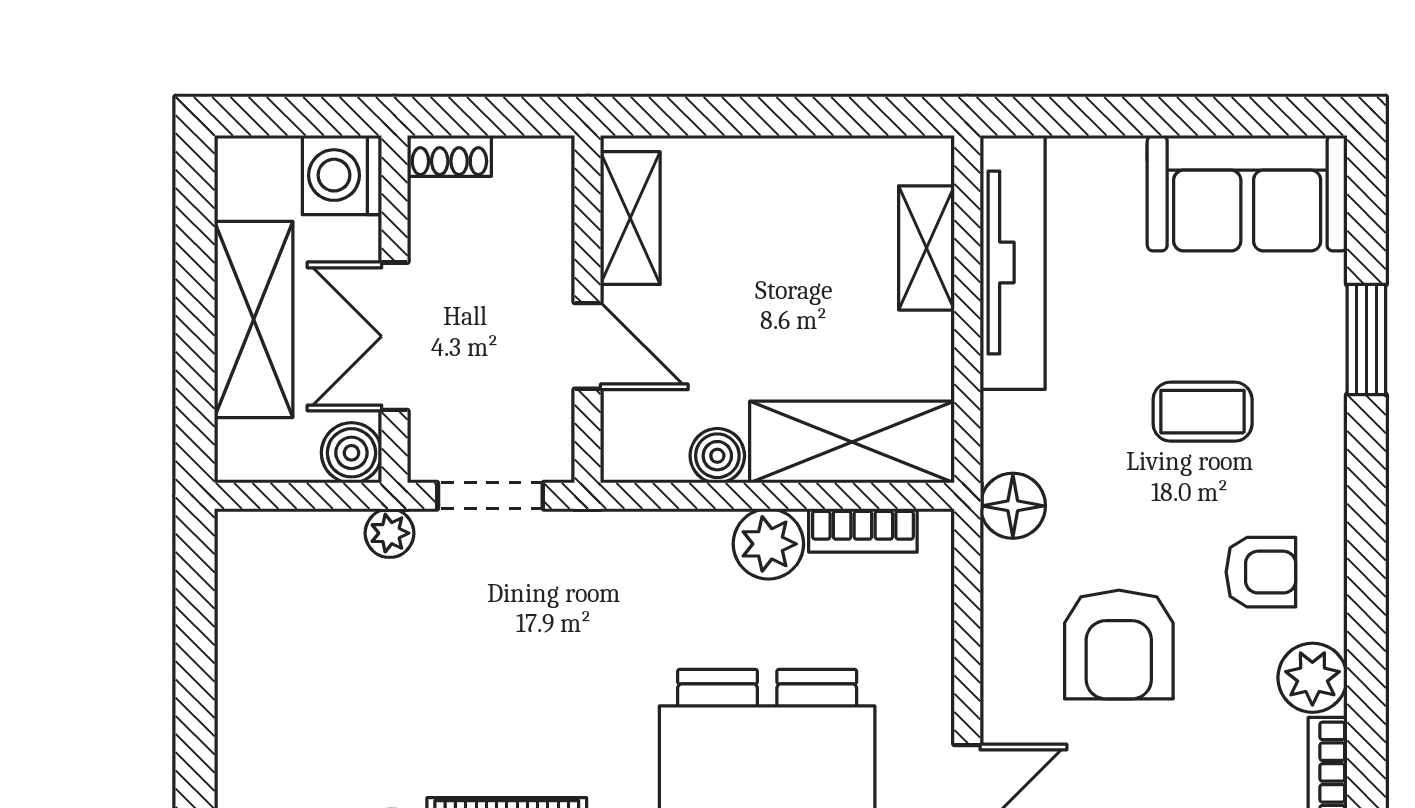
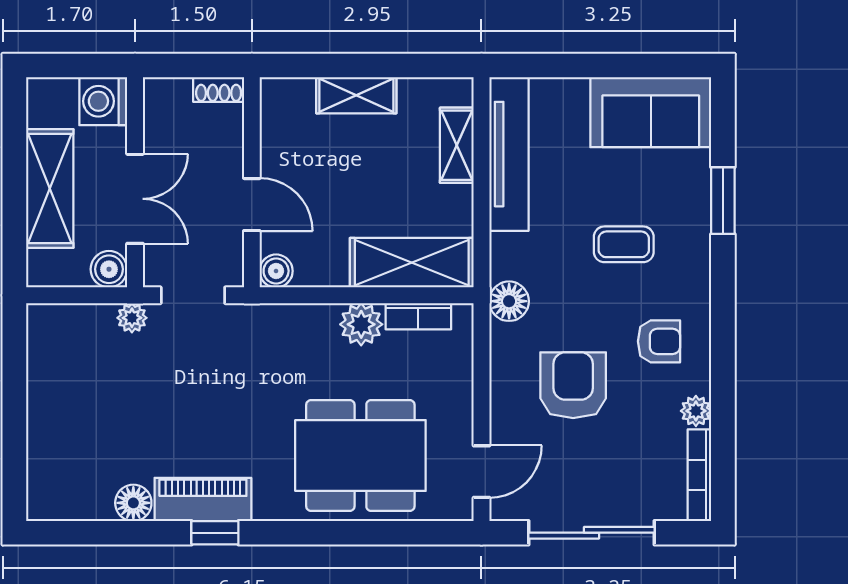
shoe rack: (449, 156) -> (219, 90), moved
shelving: (630, 218) -> (356, 95), moved, turned 90
double door: (395, 336) -> (135, 199), swing flipped
boiler: (717, 456) -> (276, 271), moved
armchair: (1119, 645) -> (573, 385), turned 180
plant: (1312, 678) -> (696, 411), width x0.73, depth x0.73

